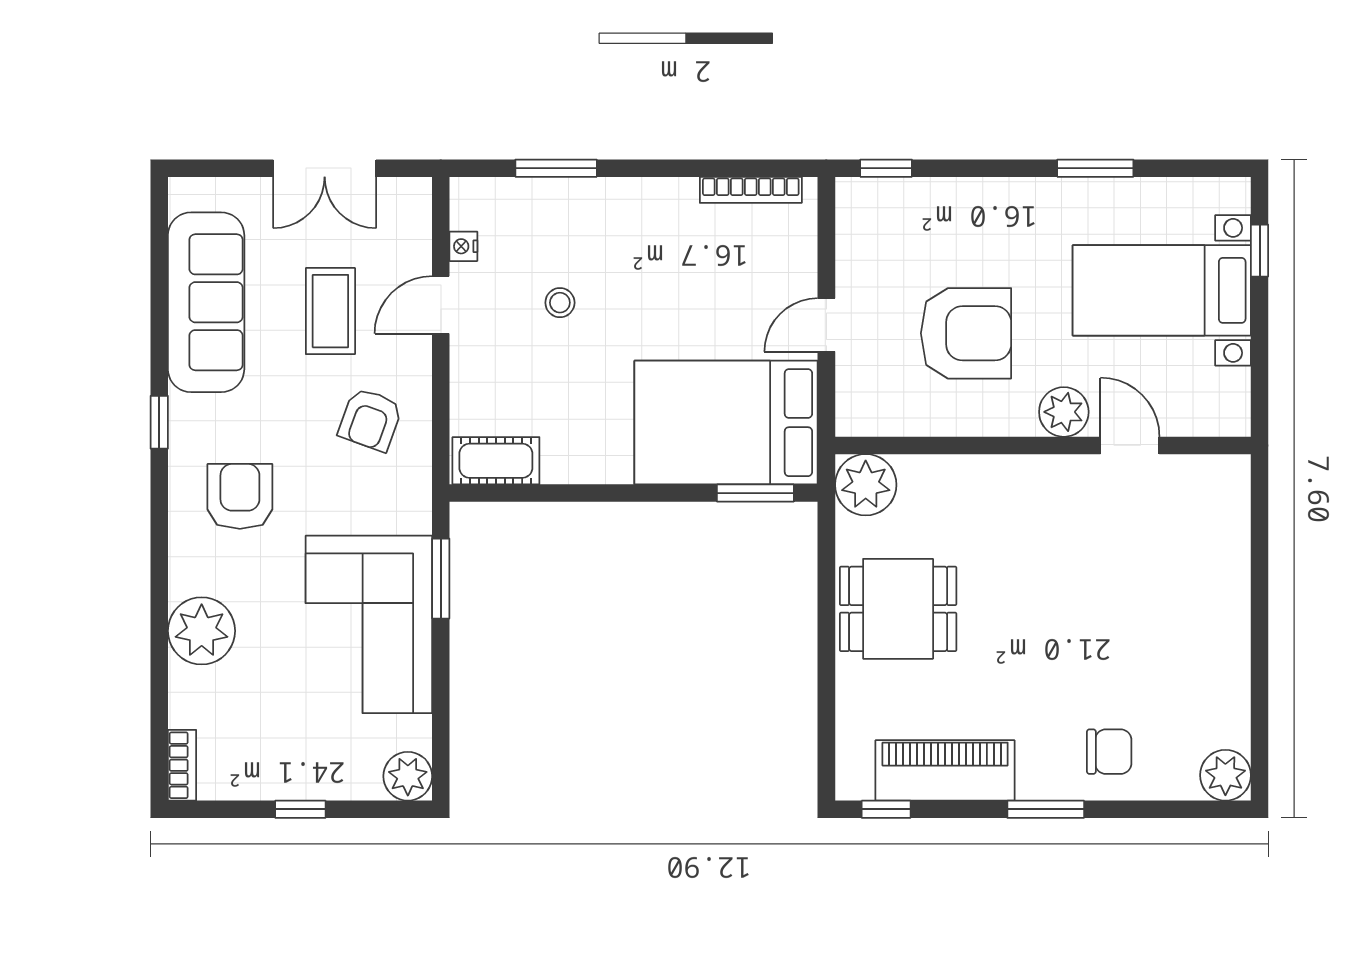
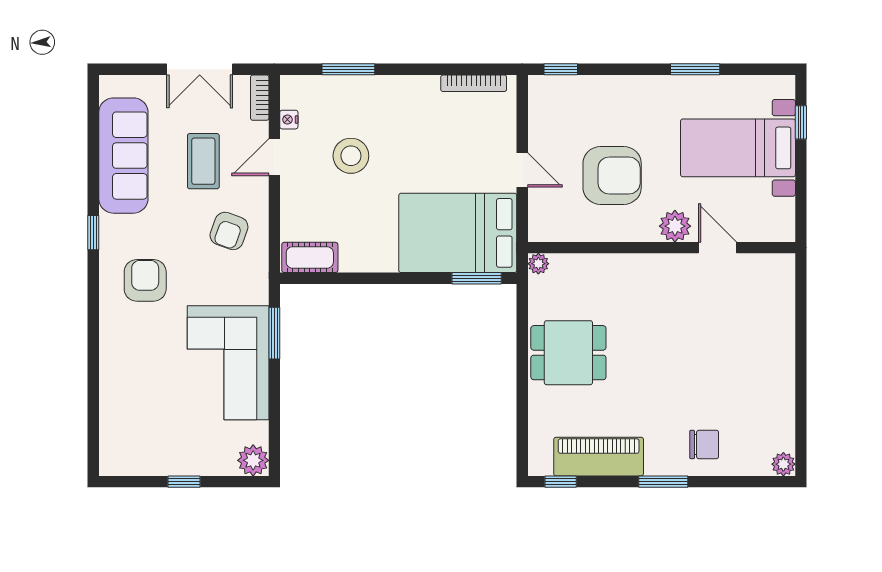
stool: (560, 303) -> (351, 156), width x1.89, depth x1.89
door: (826, 325) -> (522, 170), swing flipped
plant: (866, 485) -> (538, 264), width x0.53, depth x0.53
plant: (202, 631) -> (120, 367), removed
bookcase: (182, 765) -> (260, 98), moved, turned 180
plant: (1225, 775) -> (783, 464), width x0.73, depth x0.73

